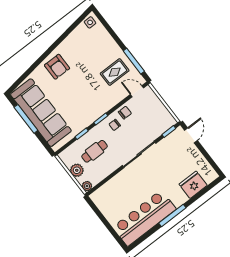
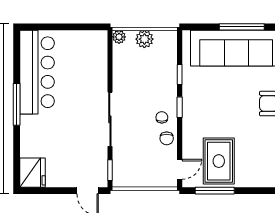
rug: (115, 72) -> (219, 161), width x1.36, depth x1.43
cafe table: (95, 151) -> (150, 74), removed
fridge: (193, 185) -> (33, 173), moved

